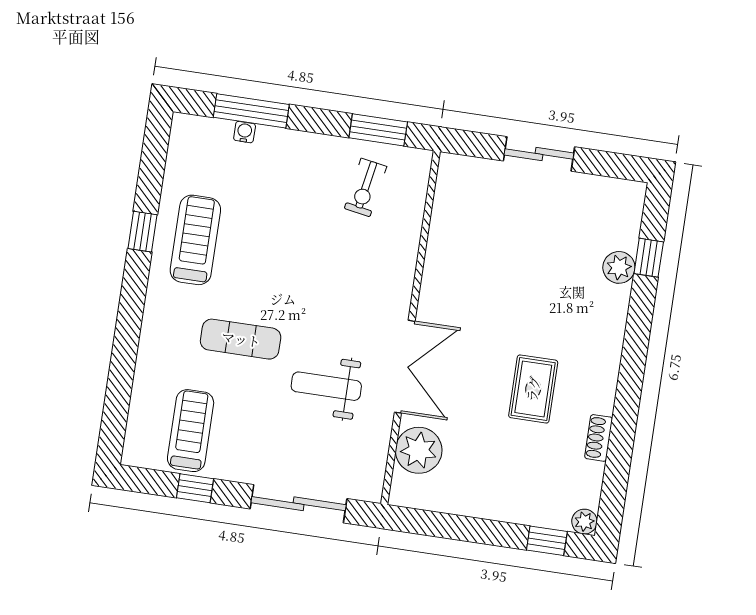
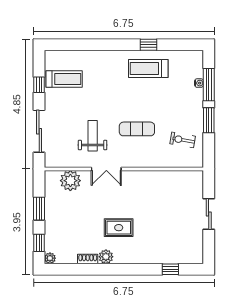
window: (378, 130) -> (209, 120), moved
treadmill: (195, 240) -> (148, 69), turned 180
plant: (619, 267) -> (106, 257), moved
exercise mat: (241, 339) -> (137, 129), moved, turned 90
double door: (405, 367) -> (106, 169), width x0.73
rug: (533, 389) -> (119, 228), moved
window: (471, 529) -> (39, 209), added

